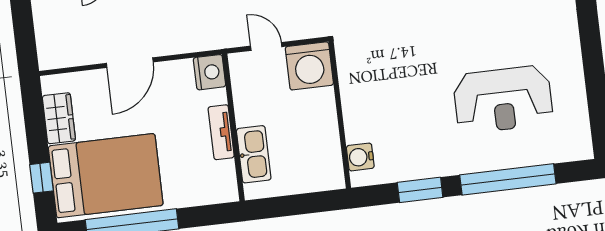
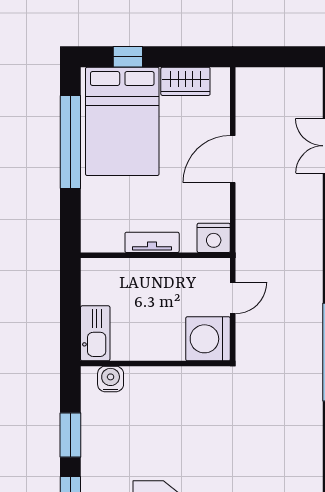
door: (130, 63) -> (233, 159), hinge flipped
kitchen sink: (254, 154) -> (95, 333), moved, turned -90

